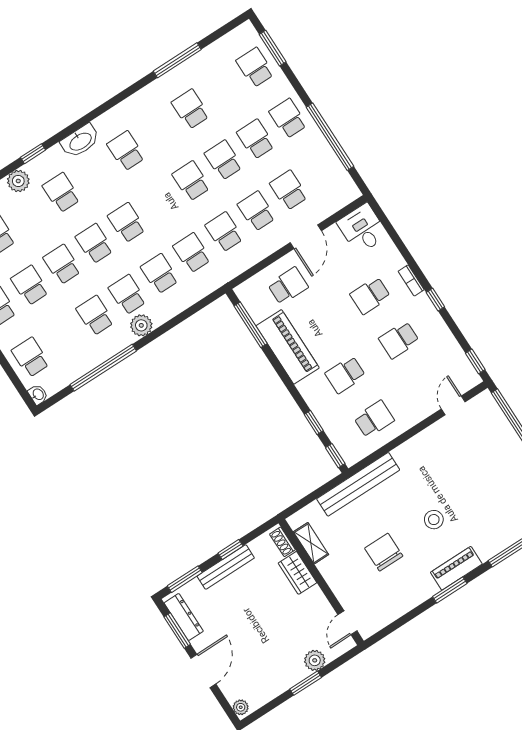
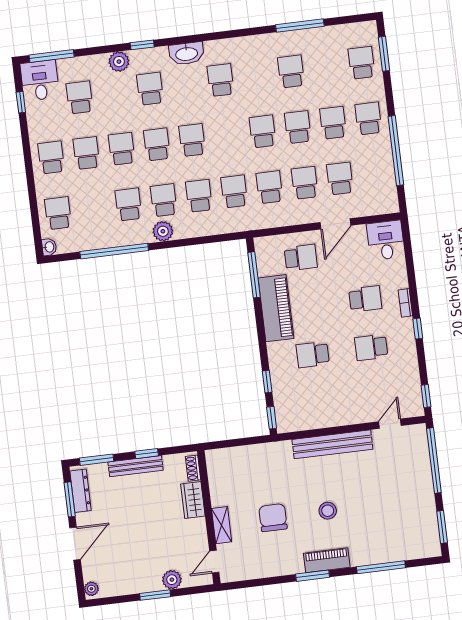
school desk: (370, 296) -> (365, 299), turned 180
school desk: (374, 419) -> (319, 403), removed
bench: (358, 484) -> (332, 444), moved
shelving: (311, 543) -> (222, 525), moved

